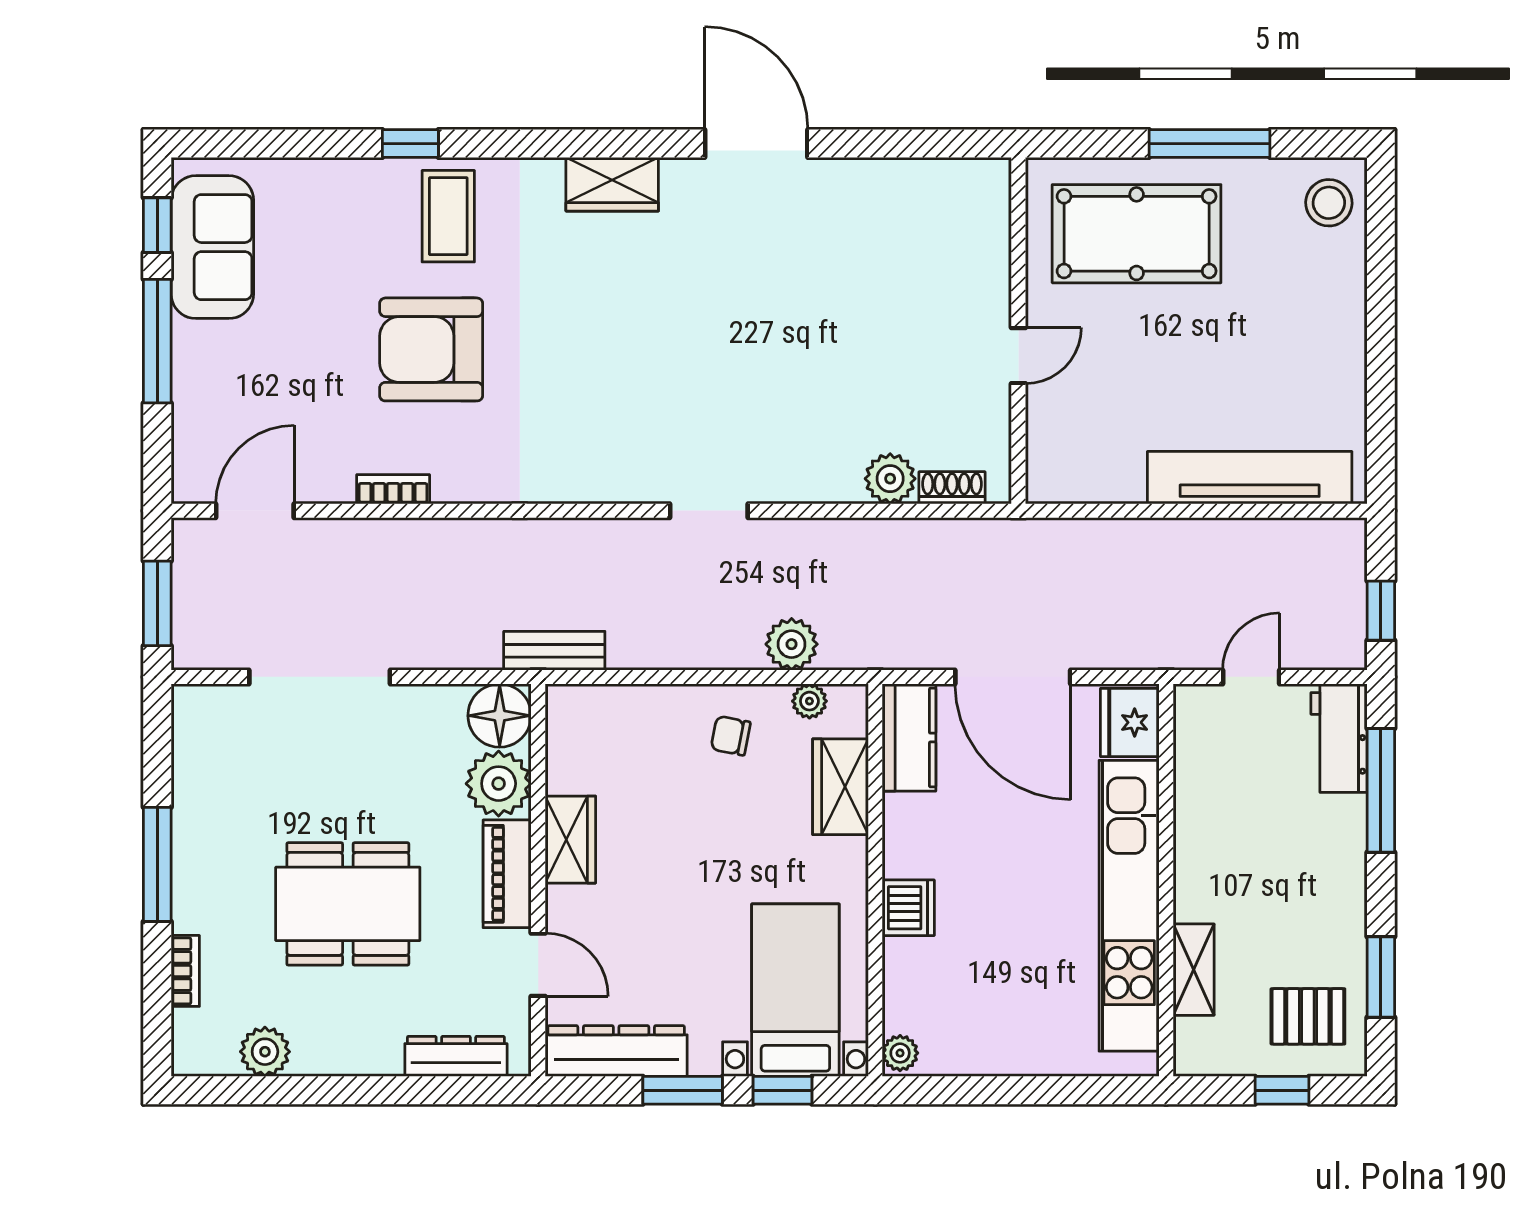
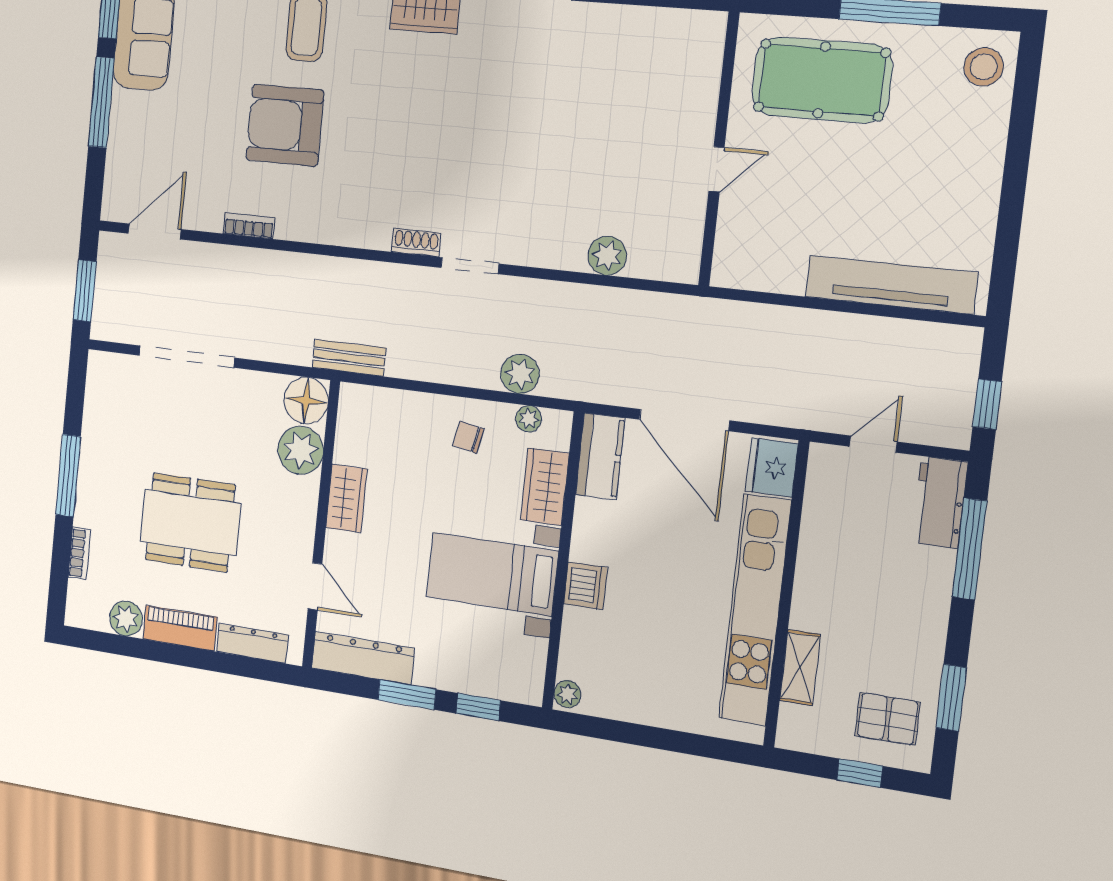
shoe rack: (952, 488) -> (416, 242), moved
piano: (507, 874) -> (180, 628), moved, turned 90
bed with nightstands: (795, 990) -> (492, 574), moved, turned -90

